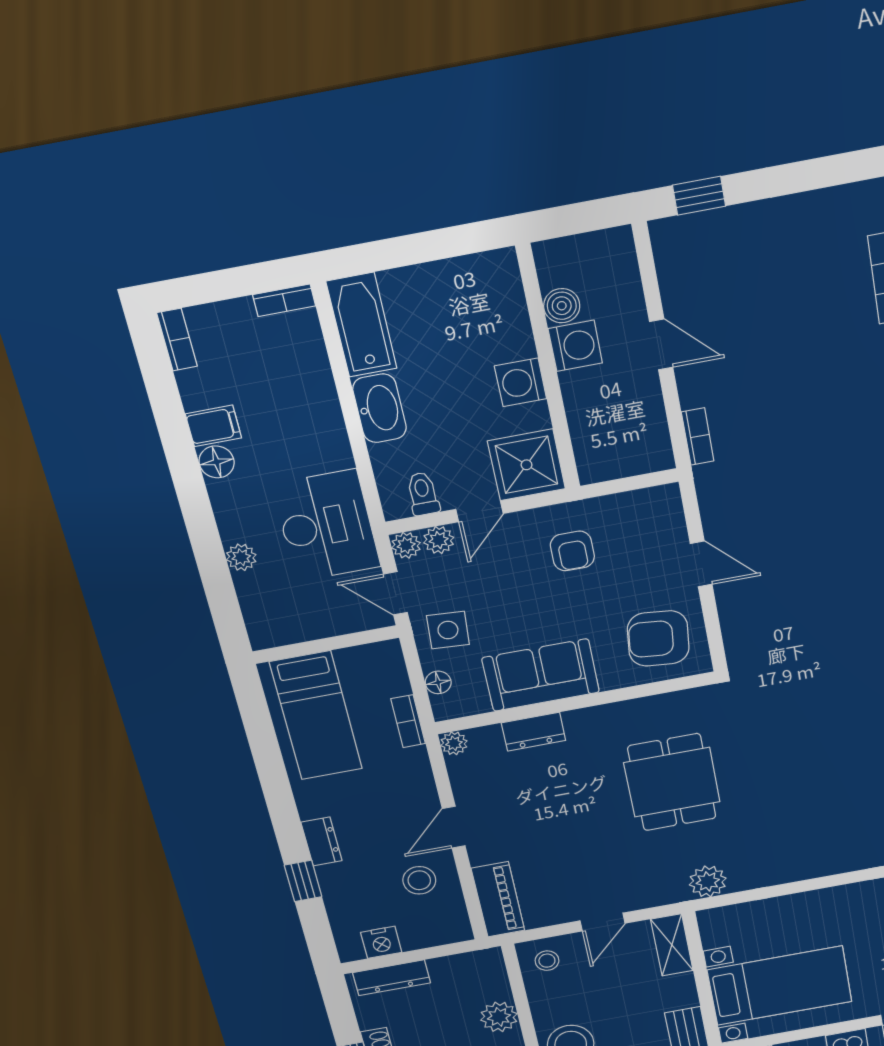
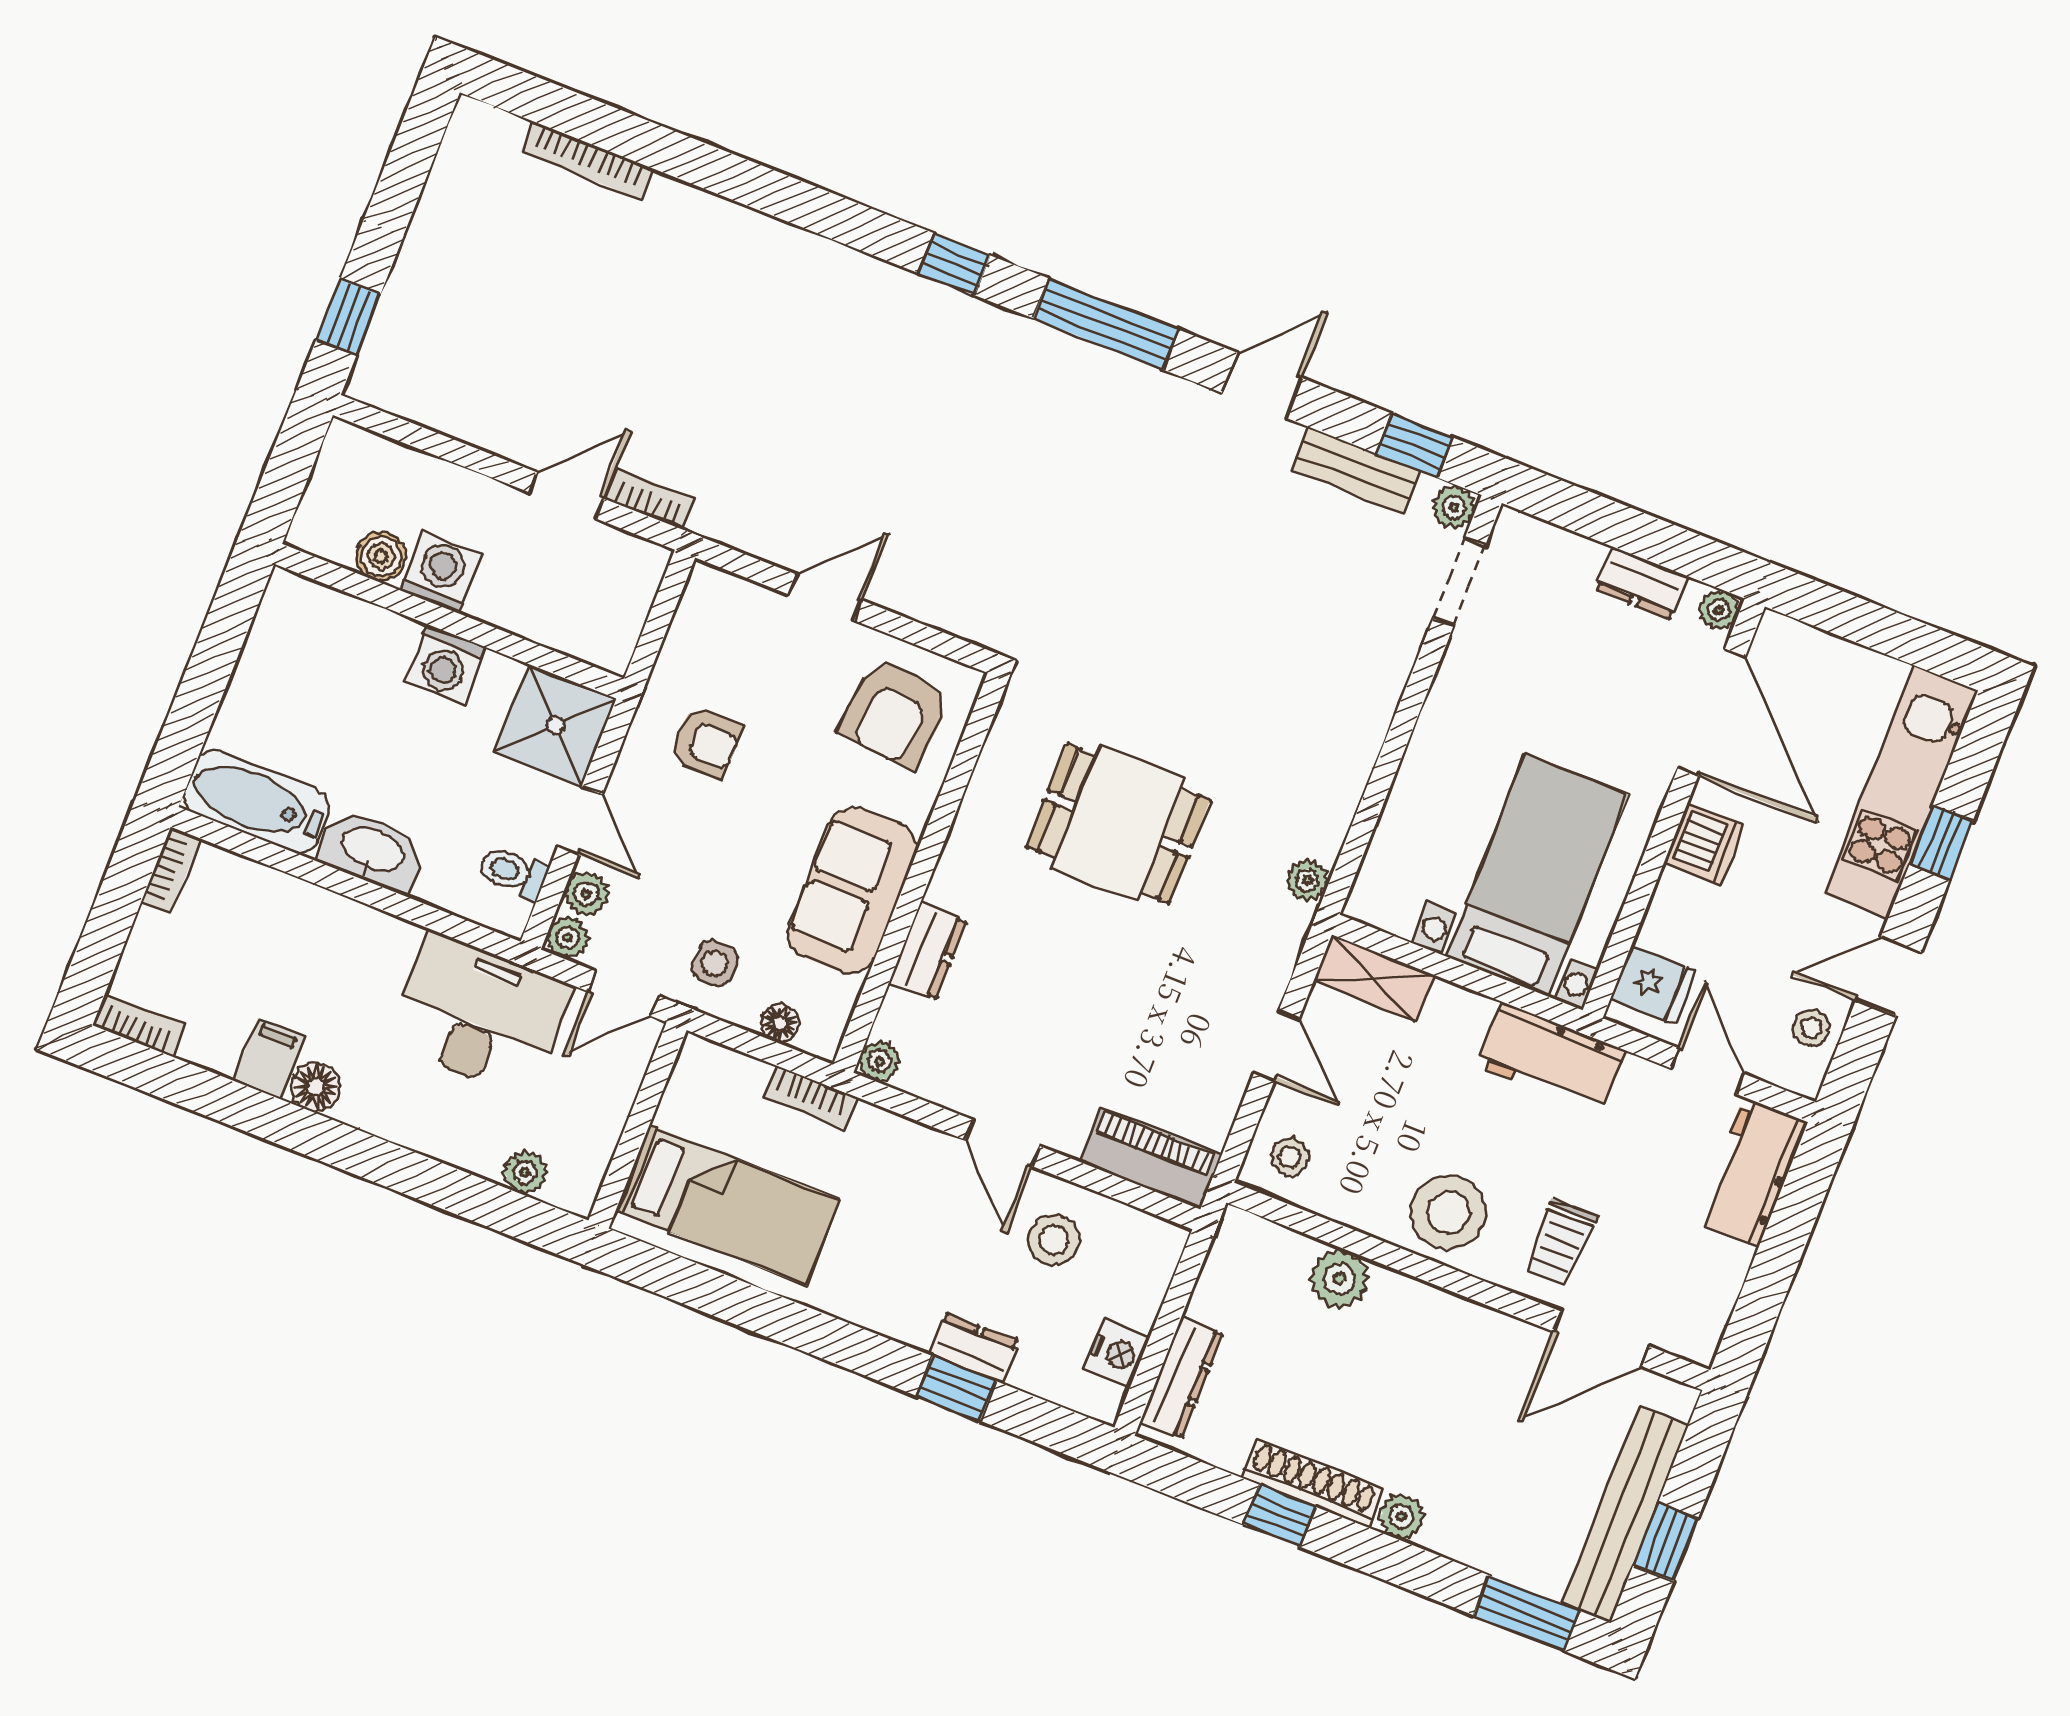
door: (661, 345) -> (567, 496), moved
plant: (241, 557) -> (525, 1172), moved
side table: (448, 630) -> (715, 963), width x0.73, depth x0.73
dresser: (322, 841) -> (974, 1348), moved
plant: (708, 881) -> (1307, 880), width x0.73, depth x0.73

